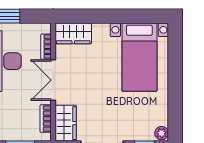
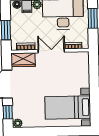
wardrobe: (73, 33) -> (82, 63), removed

